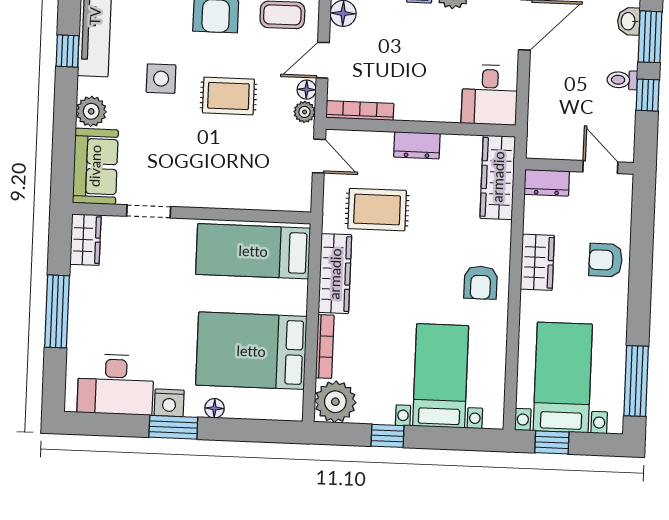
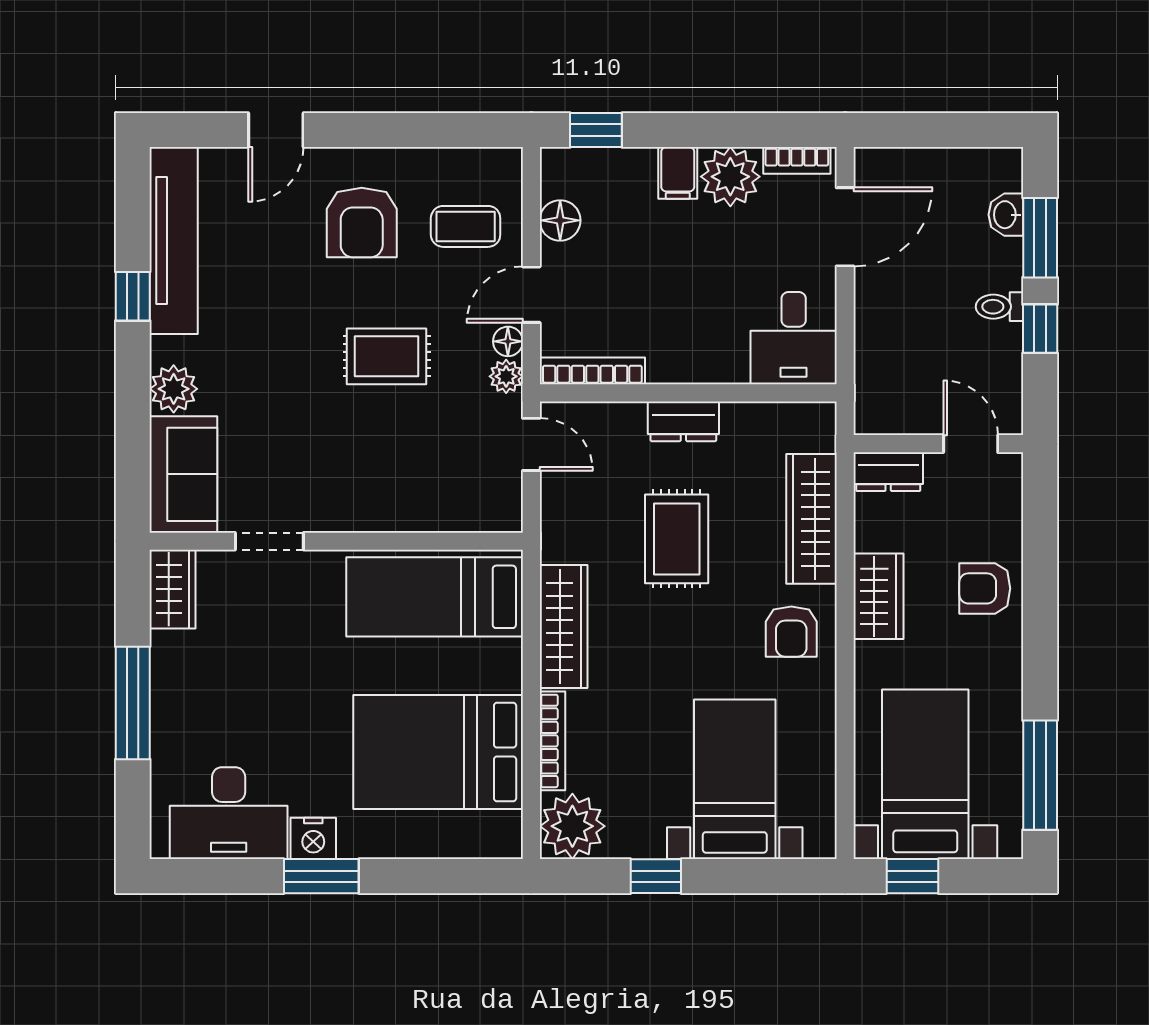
side table: (161, 79) -> (280, 333), removed
wardrobe: (498, 177) -> (811, 519), moved
rug: (377, 210) -> (677, 539), moved, turned 90
floor lamp: (214, 408) -> (384, 844), removed

